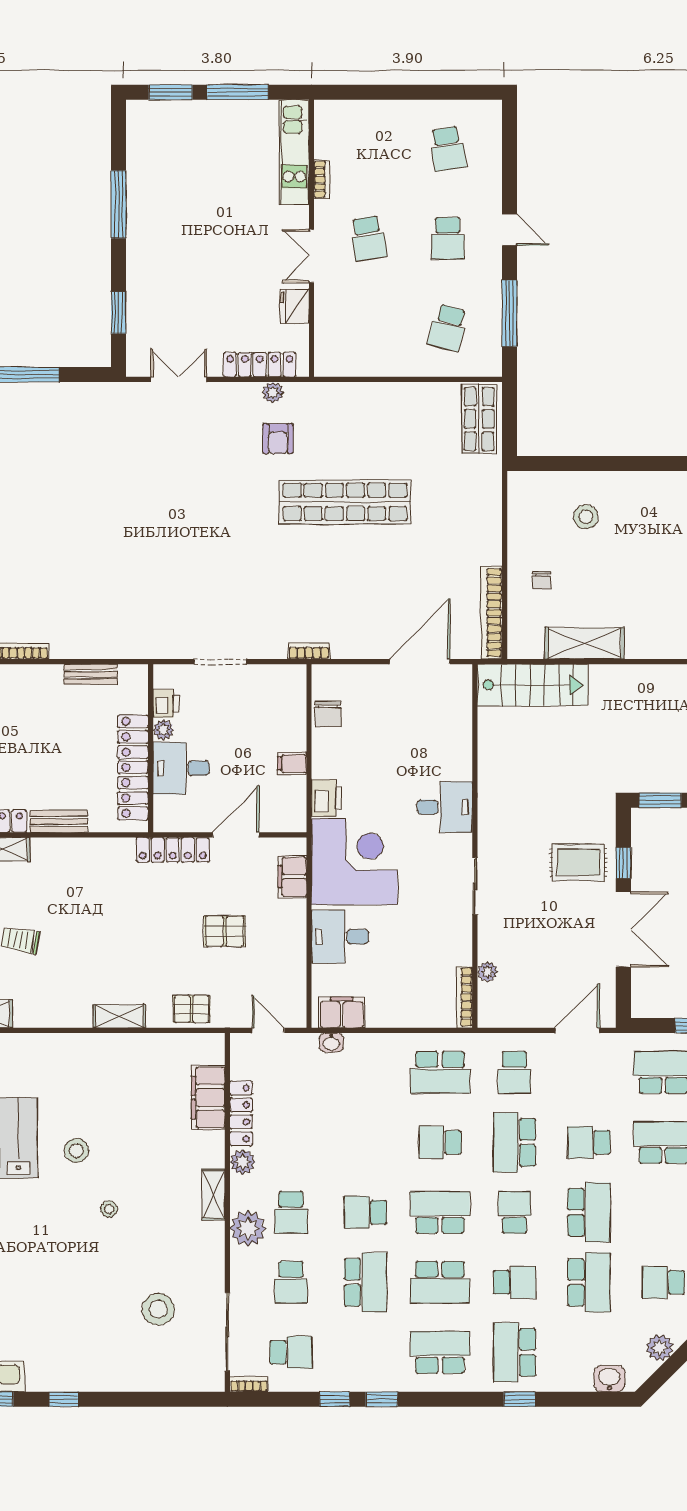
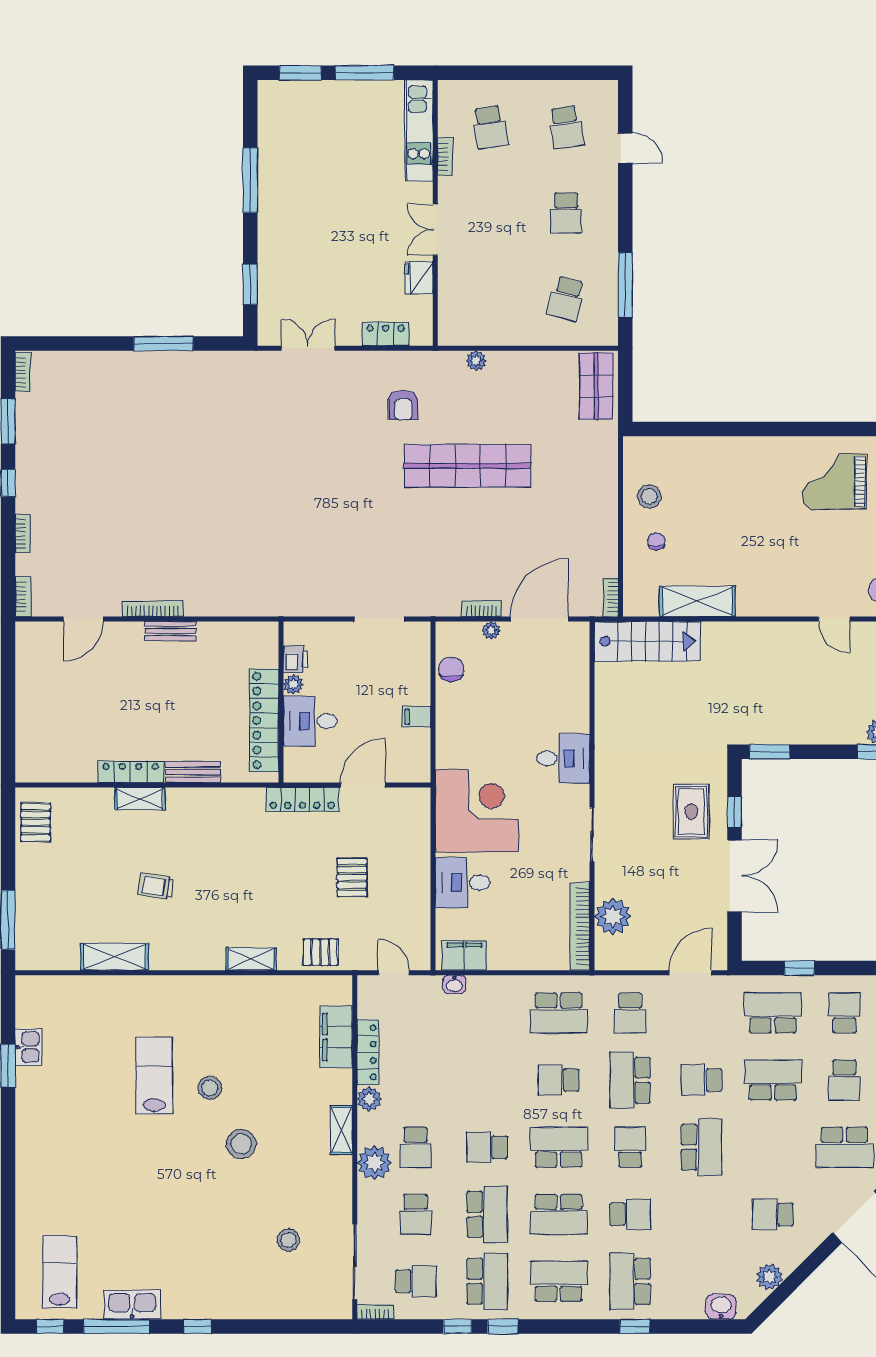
door: (510, 230) -> (625, 148), moved
school desk: (368, 238) -> (490, 127), moved
locker: (260, 365) -> (386, 334), width x0.66
plant: (273, 392) -> (476, 361), moved
stool: (586, 517) -> (649, 496), moved
chair: (542, 580) -> (656, 541), turned 180
bookcase: (492, 613) -> (610, 597), width x0.43, depth x0.76
bookcase: (309, 651) -> (482, 609), moved
doorway: (220, 662) -> (379, 619), moved
plant: (370, 673) -> (491, 630), added
bench: (91, 674) -> (170, 631), moved
chair: (328, 714) -> (451, 669), turned 180
printer: (327, 798) -> (450, 750), removed
rug: (578, 862) -> (691, 812), turned 90
filing cabinet: (292, 877) -> (417, 825), removed
pallet: (225, 931) -> (352, 877), turned 90
plant: (488, 972) -> (613, 916), width x1.88, depth x1.88
bookcase: (464, 997) -> (580, 926), width x1.48, depth x1.31
stool: (109, 1209) -> (241, 1144), width x1.89, depth x1.89
school desk: (589, 1282) -> (487, 1281), moved
stool: (158, 1309) -> (288, 1240), width x0.73, depth x0.73

